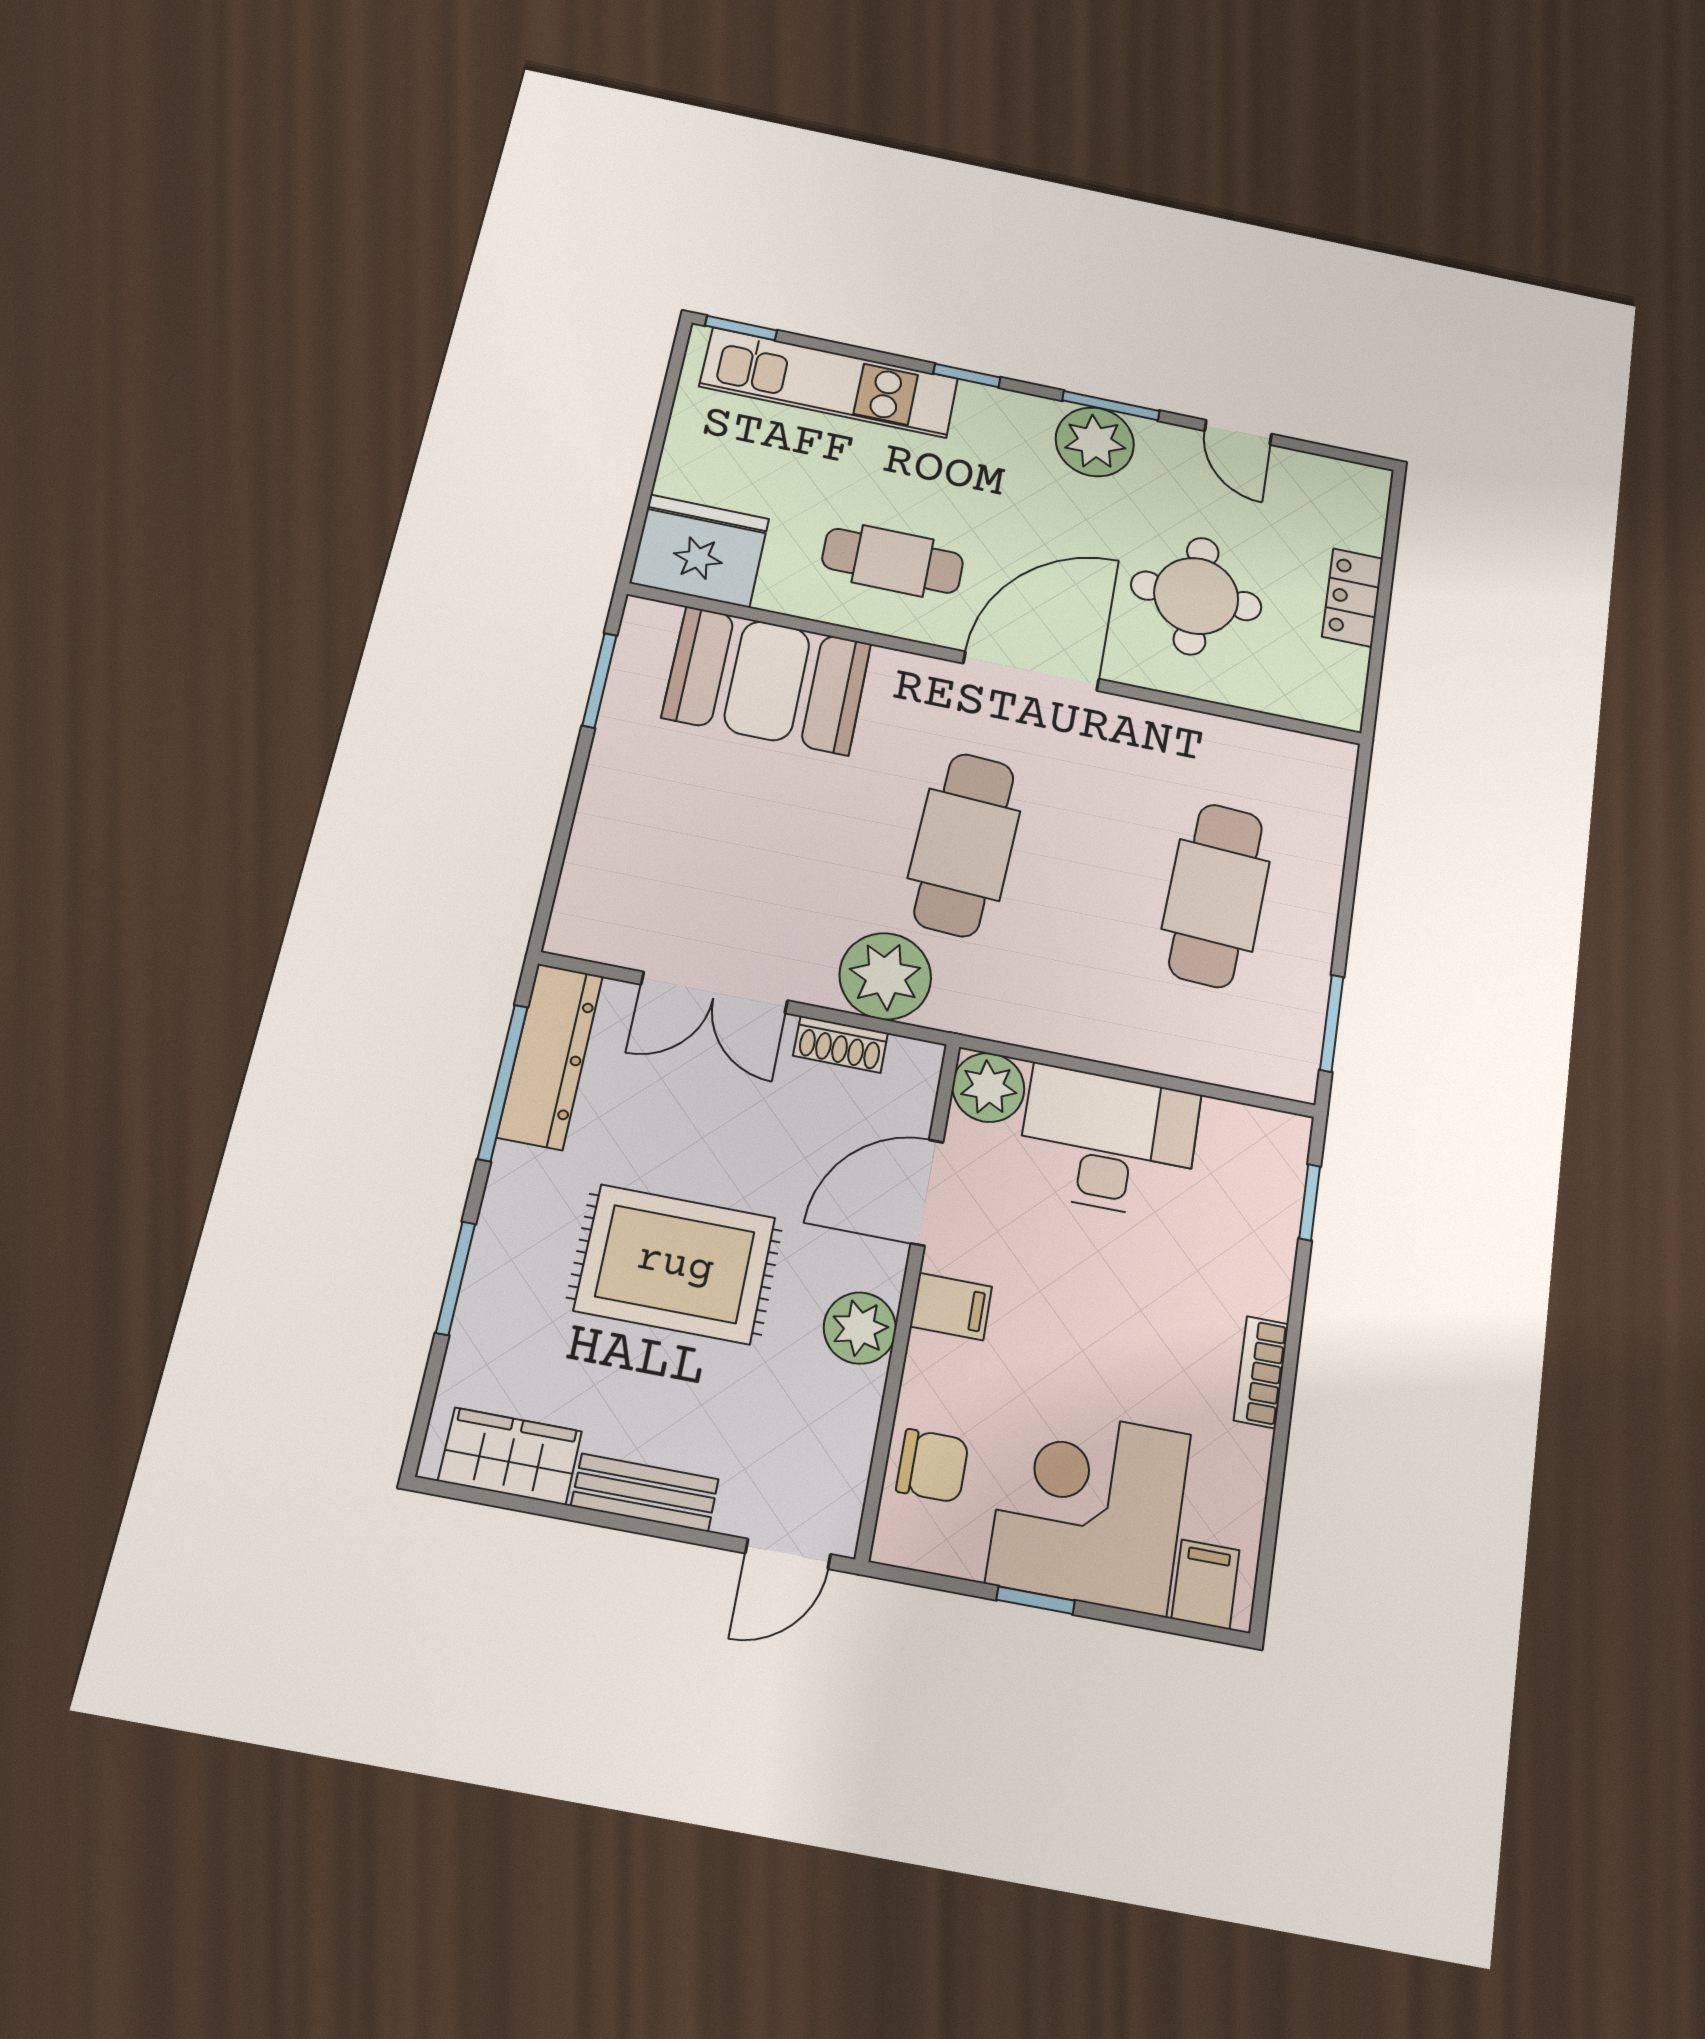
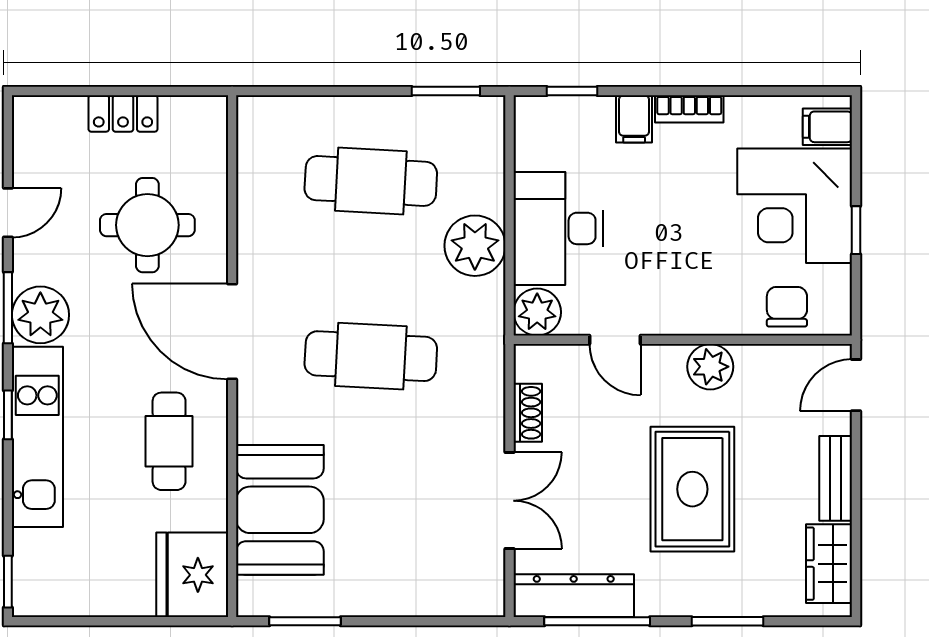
kitchen unit: (829, 382) -> (37, 437), moved
plant: (885, 976) -> (475, 246), moved
door: (927, 1193) -> (615, 340), width x0.73
filing cabinet: (951, 1307) -> (634, 119), moved, turned 180
door: (788, 1554) -> (856, 385), swing flipped

